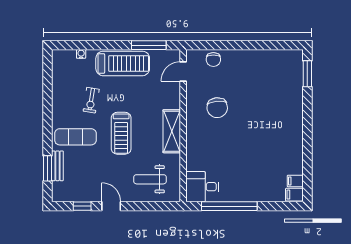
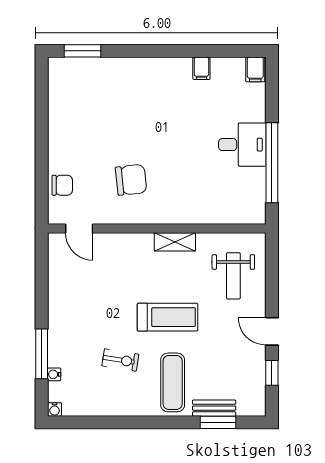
window: (149, 45) -> (42, 354), moved
water cooler: (57, 54) -> (55, 409), added
treadmill: (123, 63) -> (68, 315), removed
shelving: (172, 131) -> (175, 242), width x0.67, depth x0.75
filing cabinet: (295, 181) -> (201, 68), moved
desk: (202, 187) -> (242, 145), moved, turned -90
door: (111, 206) -> (272, 331), hinge flipped

